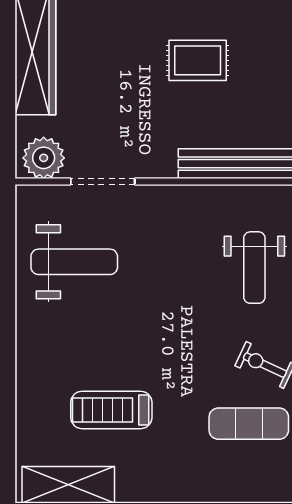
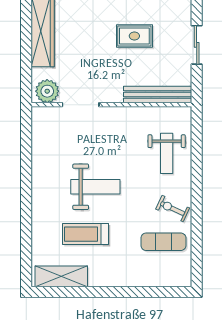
weight bench: (74, 262) -> (95, 187), moved

